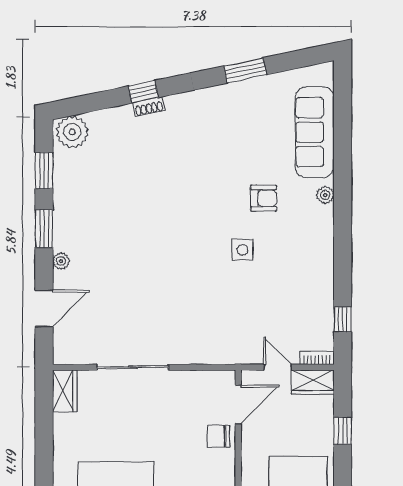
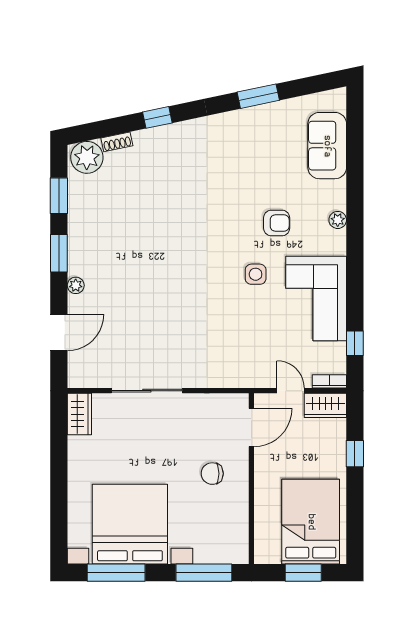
shoe rack: (149, 107) -> (117, 142), moved
sofa: (315, 132) -> (327, 146), width x0.73
corner sofa: (303, 274) -> (316, 299), added
chair: (219, 436) -> (212, 474), moved

